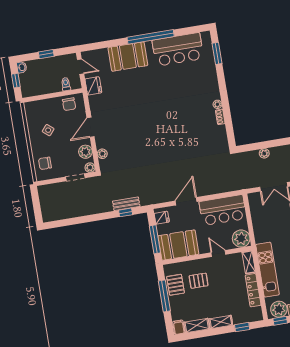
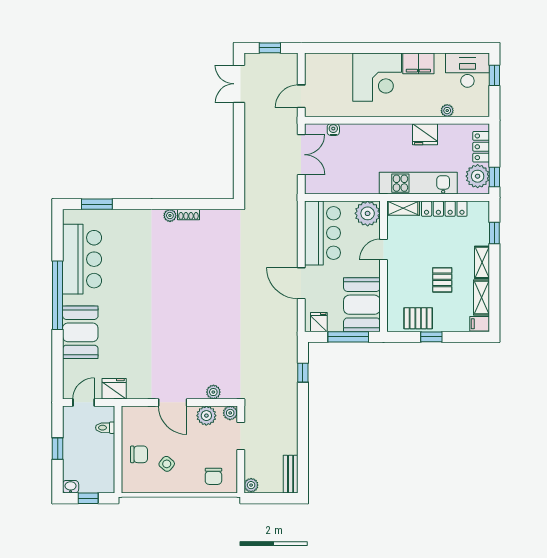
chair: (69, 104) -> (139, 454), moved
plant: (264, 153) -> (251, 485), moved
bench: (126, 204) -> (291, 474), moved
pallet: (199, 281) -> (442, 280), moved
window: (164, 296) -> (431, 337), width x0.46

